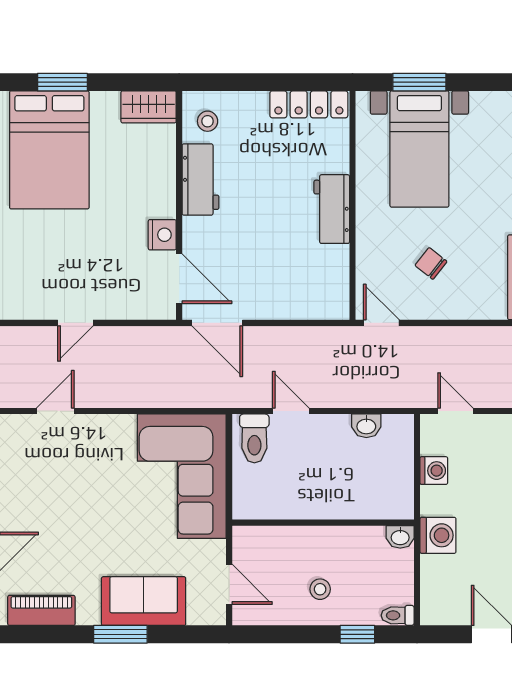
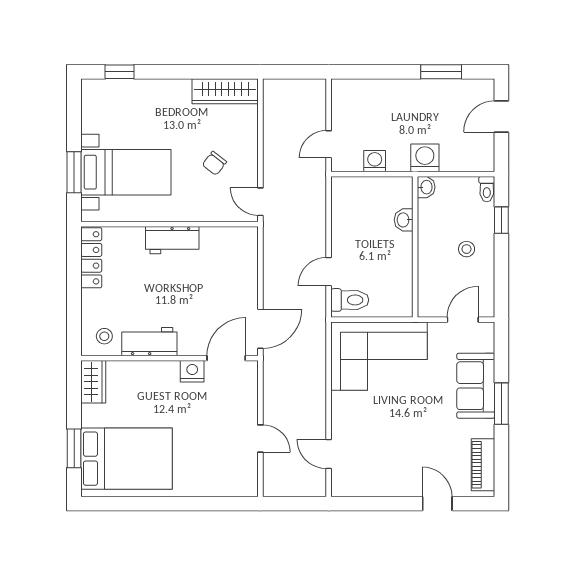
door: (381, 323) -> (260, 202), hinge flipped
washbasin: (366, 426) -> (404, 220), moved, turned 180

